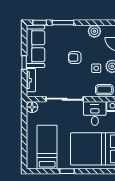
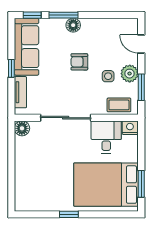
floor lamp: (70, 30) -> (73, 25), added
plant: (94, 31) -> (106, 27), removed
bed: (47, 147) -> (42, 182), removed

